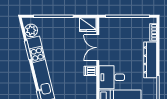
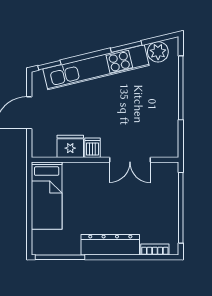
fridge: (88, 25) -> (70, 146), moved, turned 90
double door: (98, 48) -> (130, 160), swing flipped
desk: (112, 77) -> (82, 182), removed

